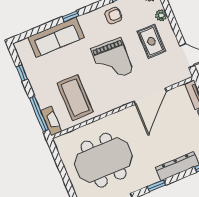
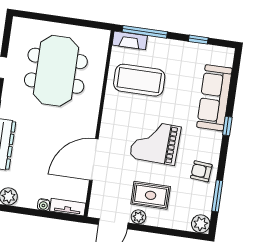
plant: (161, 15) -> (138, 217), moved
armchair: (113, 16) -> (201, 171), turned 95
door: (150, 96) -> (94, 160), hinge flipped

